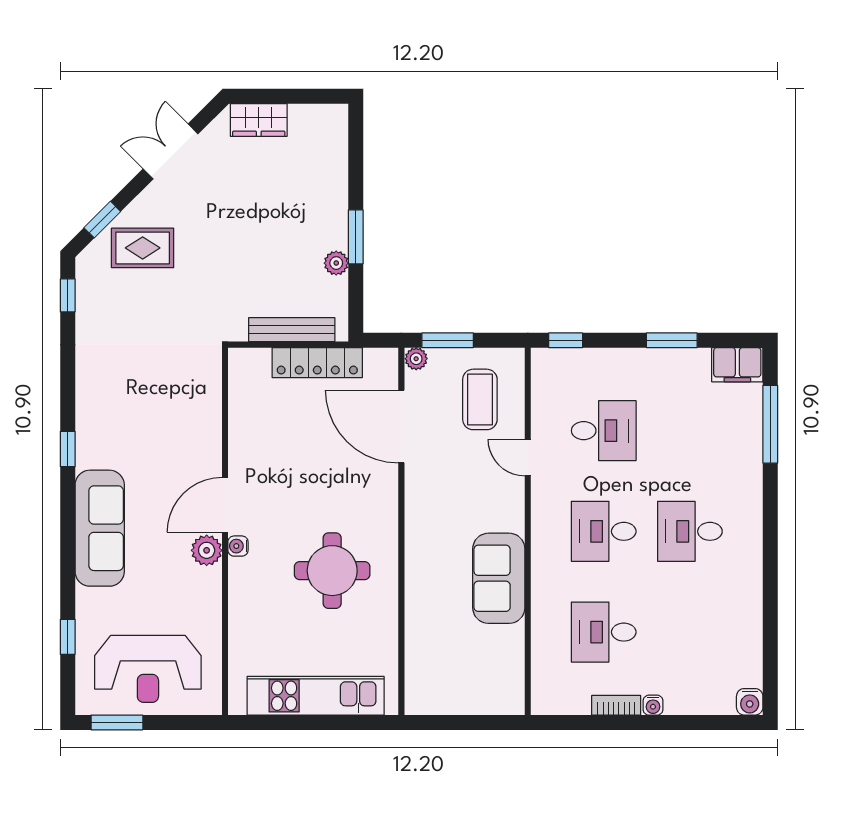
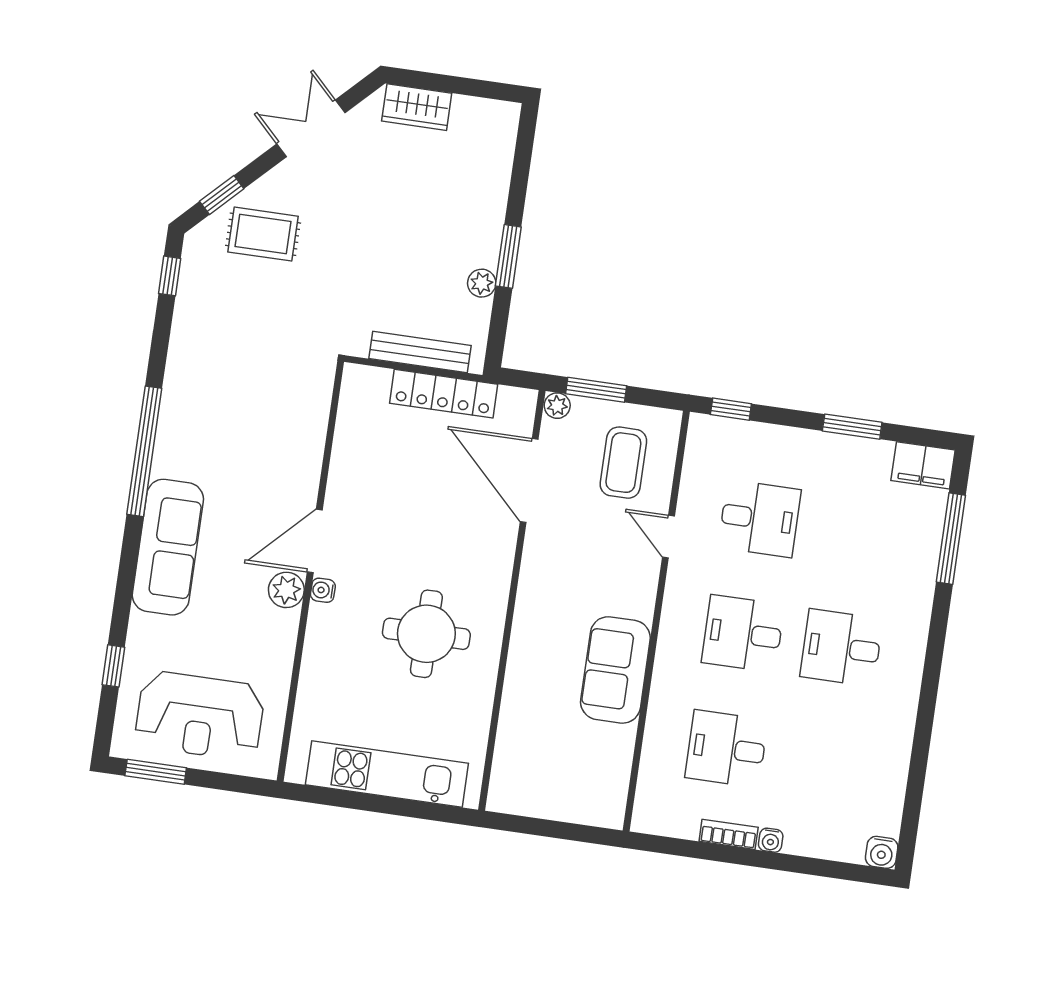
window: (68, 449) -> (144, 451), width x3.17

